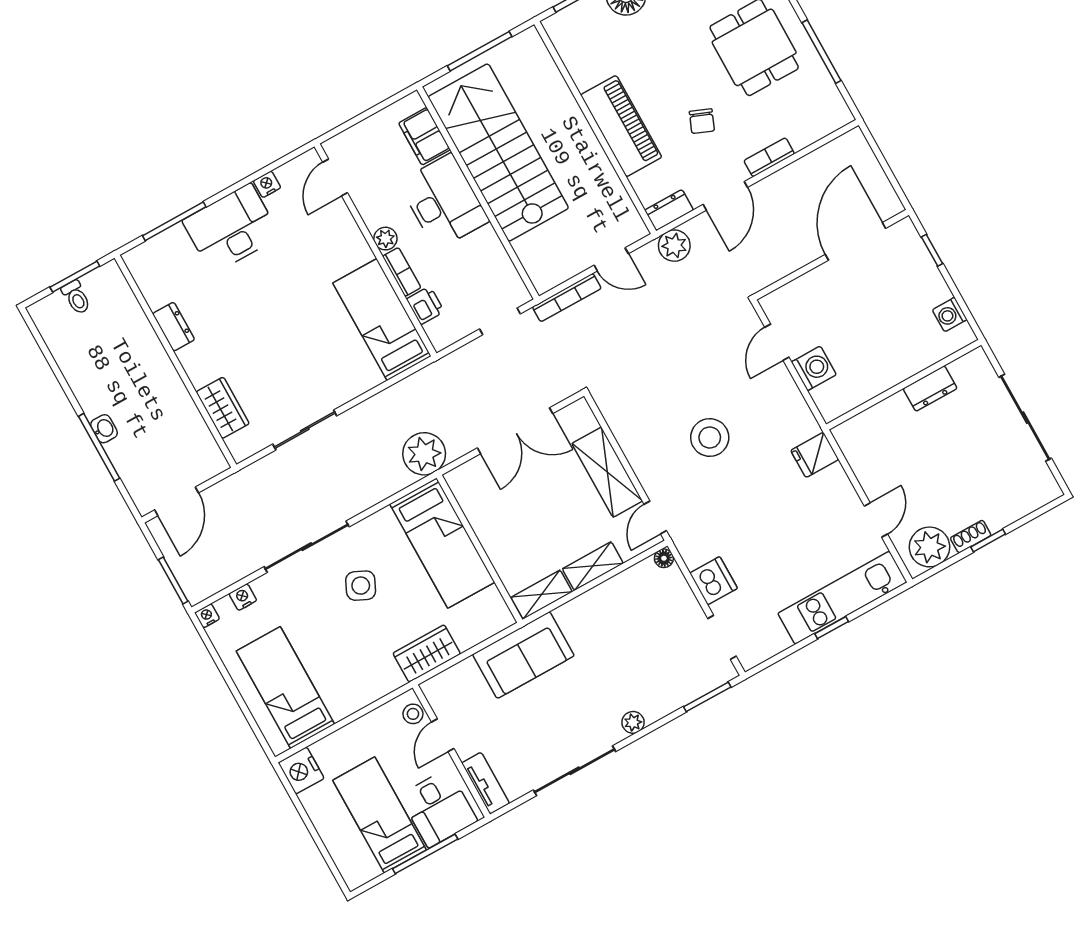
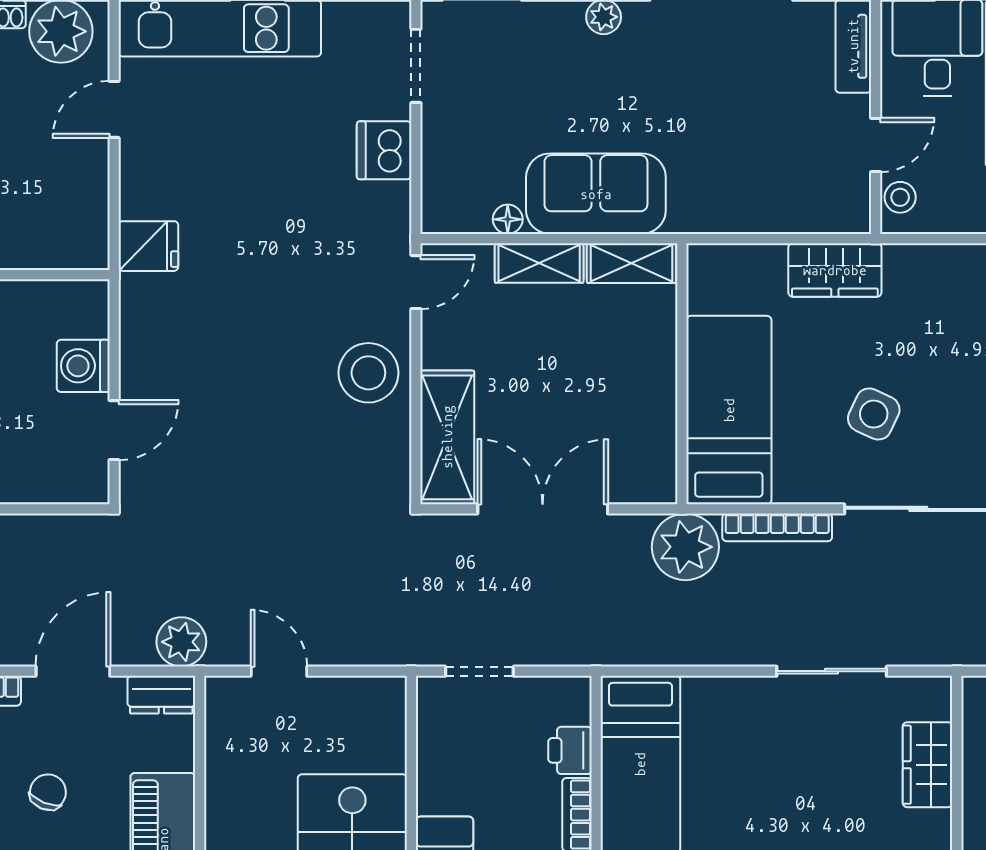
bookcase: (567, 298) -> (777, 527), moved, turned 180
stool: (710, 437) -> (368, 373), moved
shelving: (607, 472) -> (447, 437), moved
floor lamp: (664, 558) -> (508, 219), moved
sofa: (523, 655) -> (596, 194), moved

